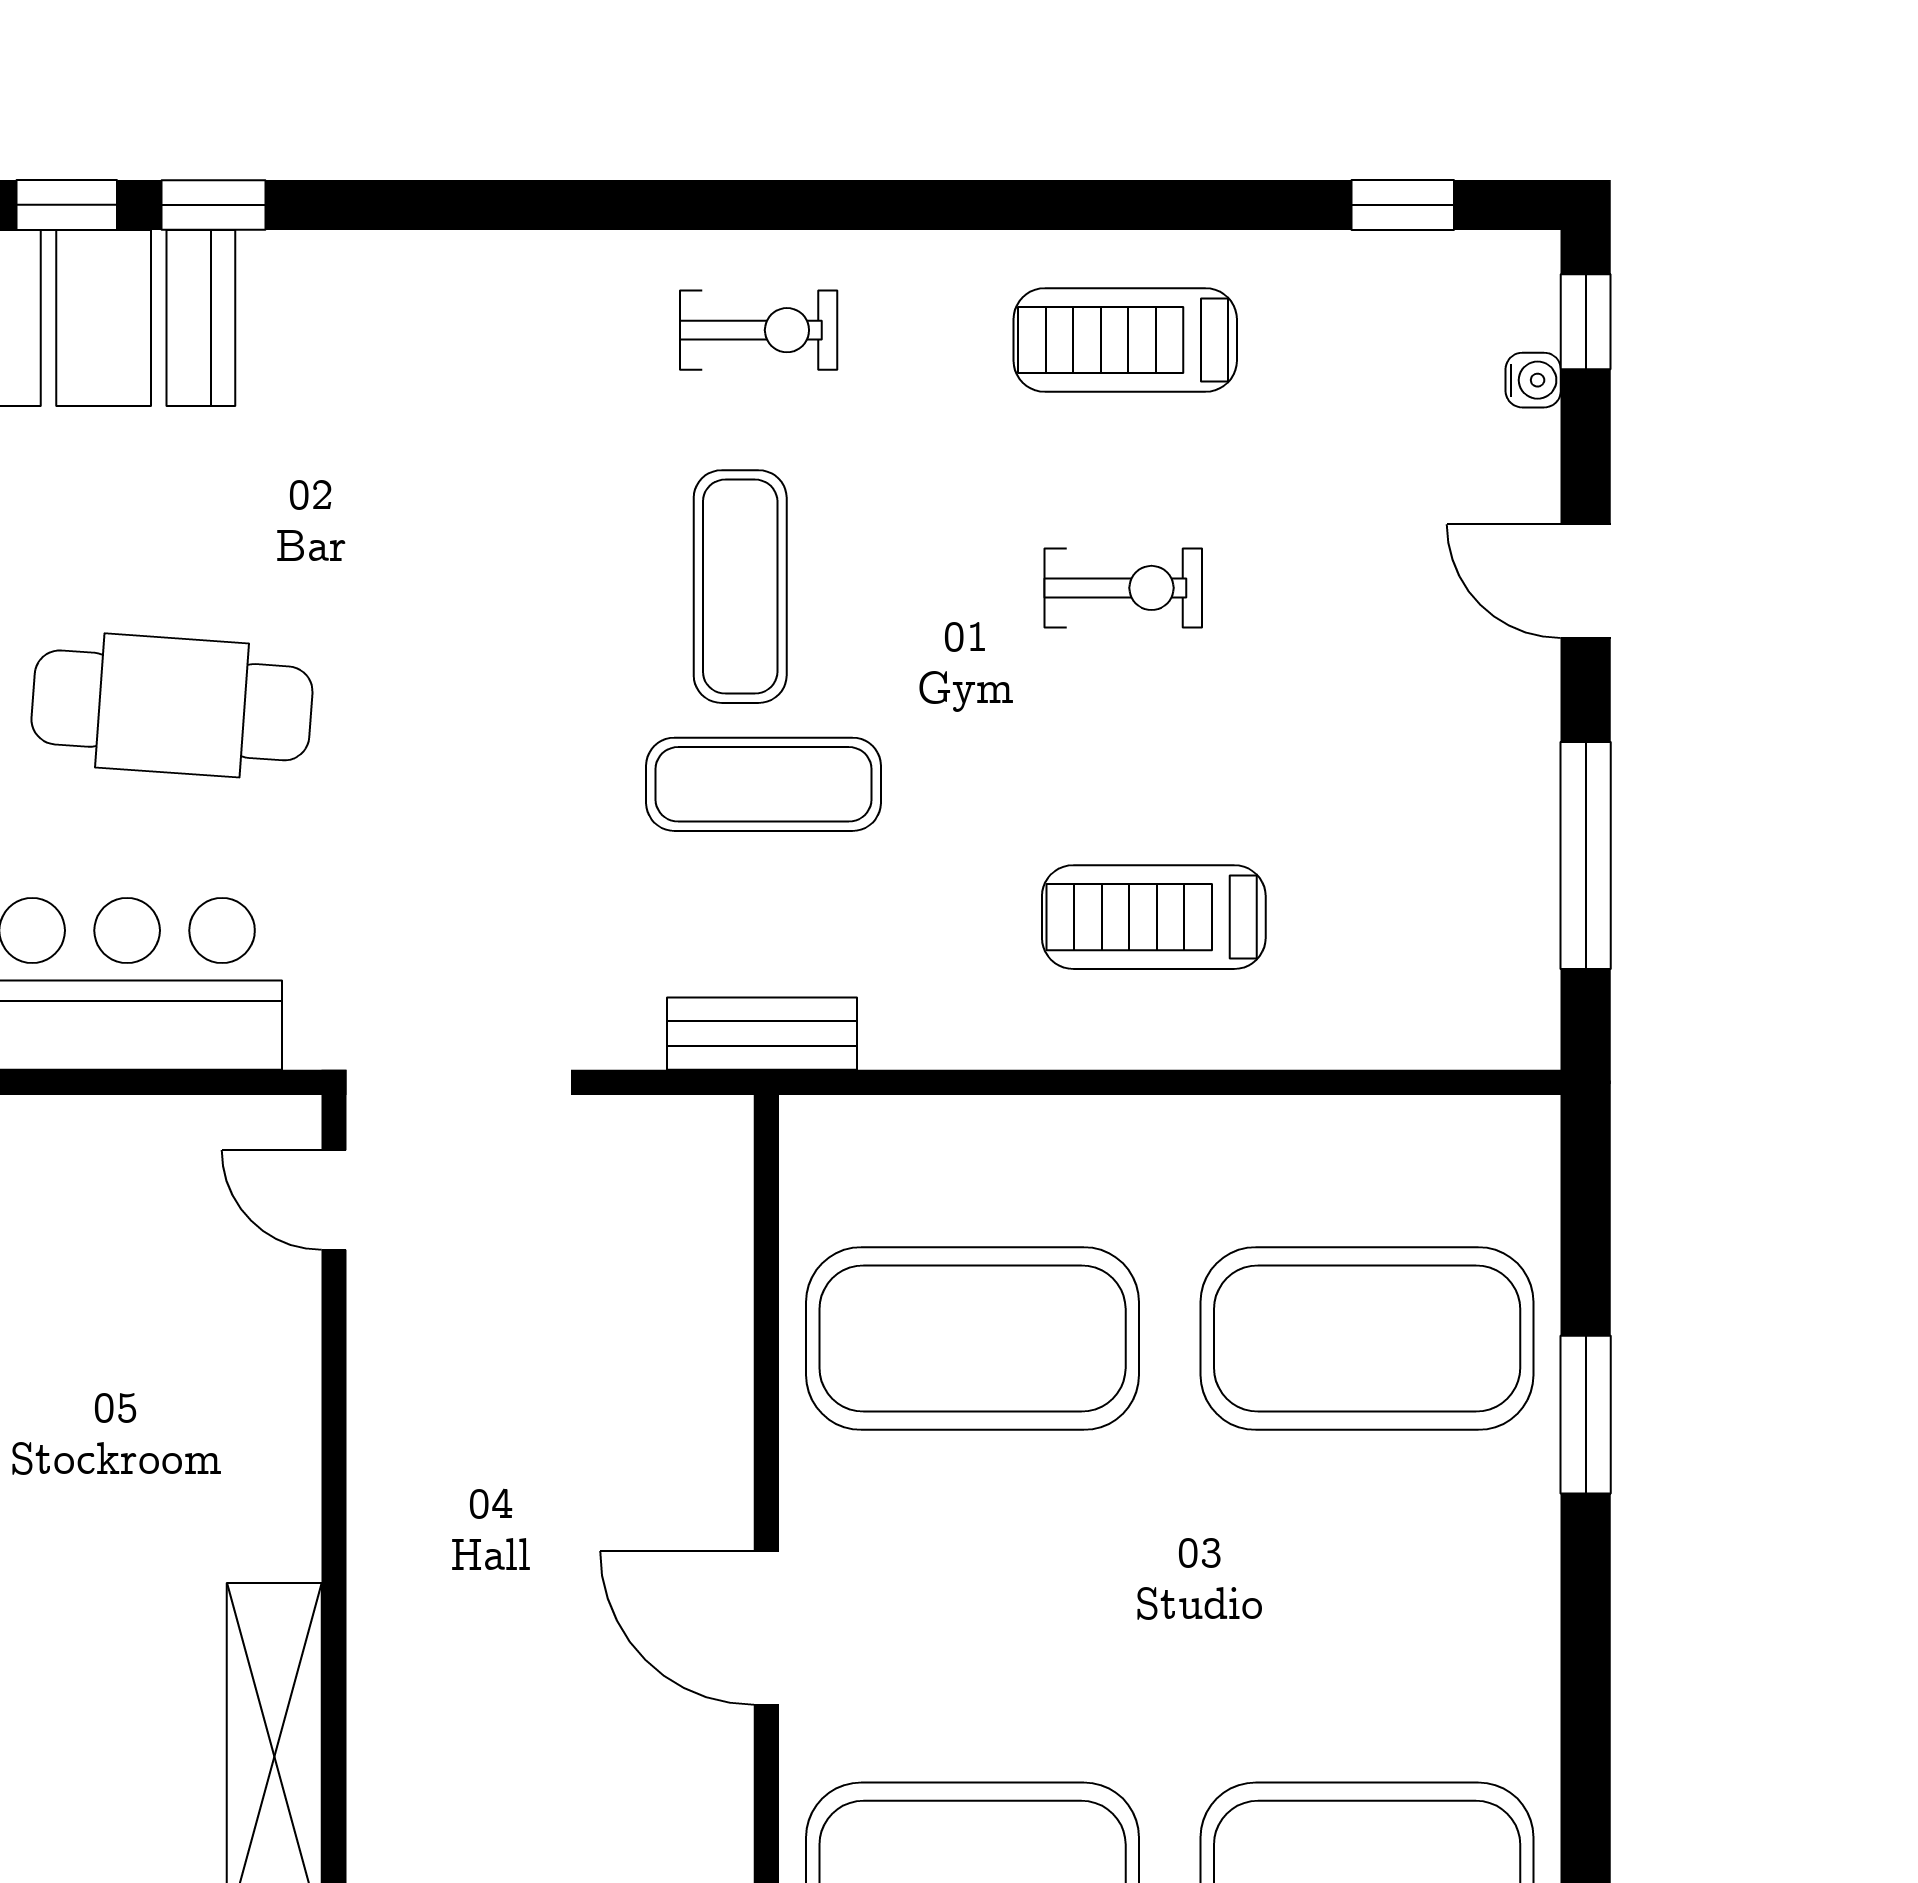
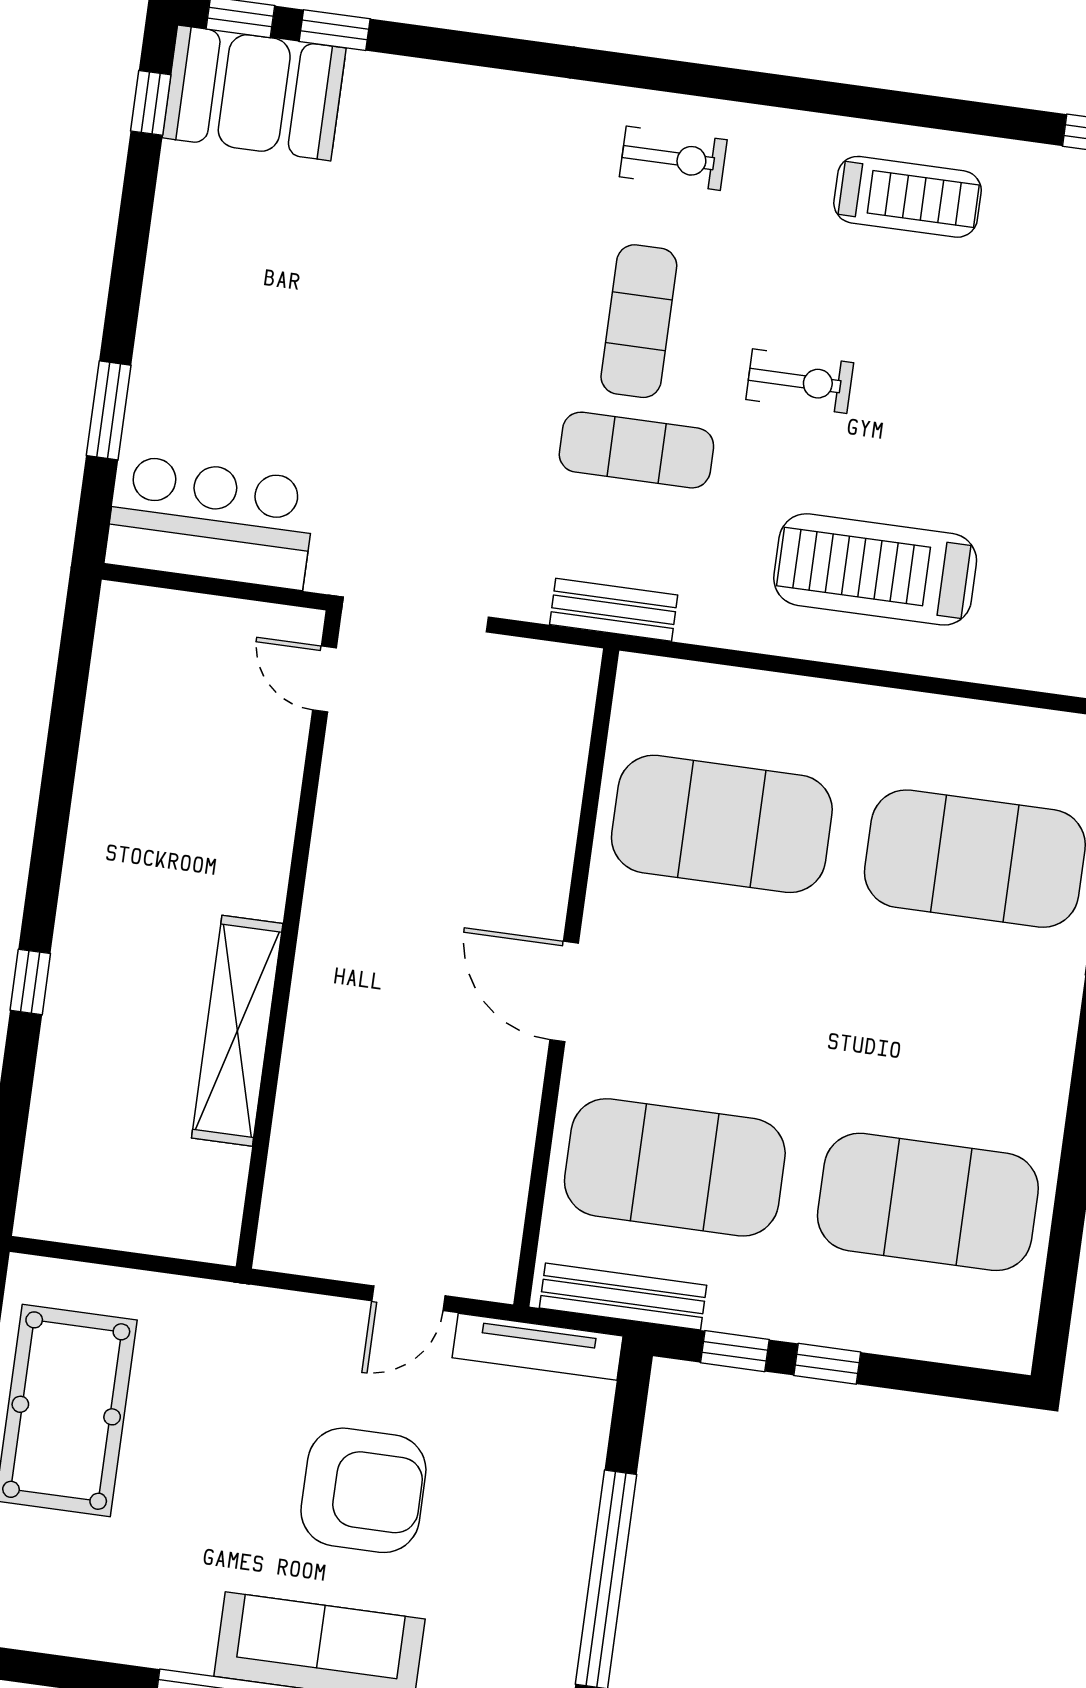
treadmill: (1125, 340) -> (908, 197), turned 180
exercise bike: (1123, 588) -> (800, 381), moved
cafe table: (172, 705) -> (264, 347), removed
treadmill: (1154, 917) -> (875, 569), width x1.37, depth x1.38

